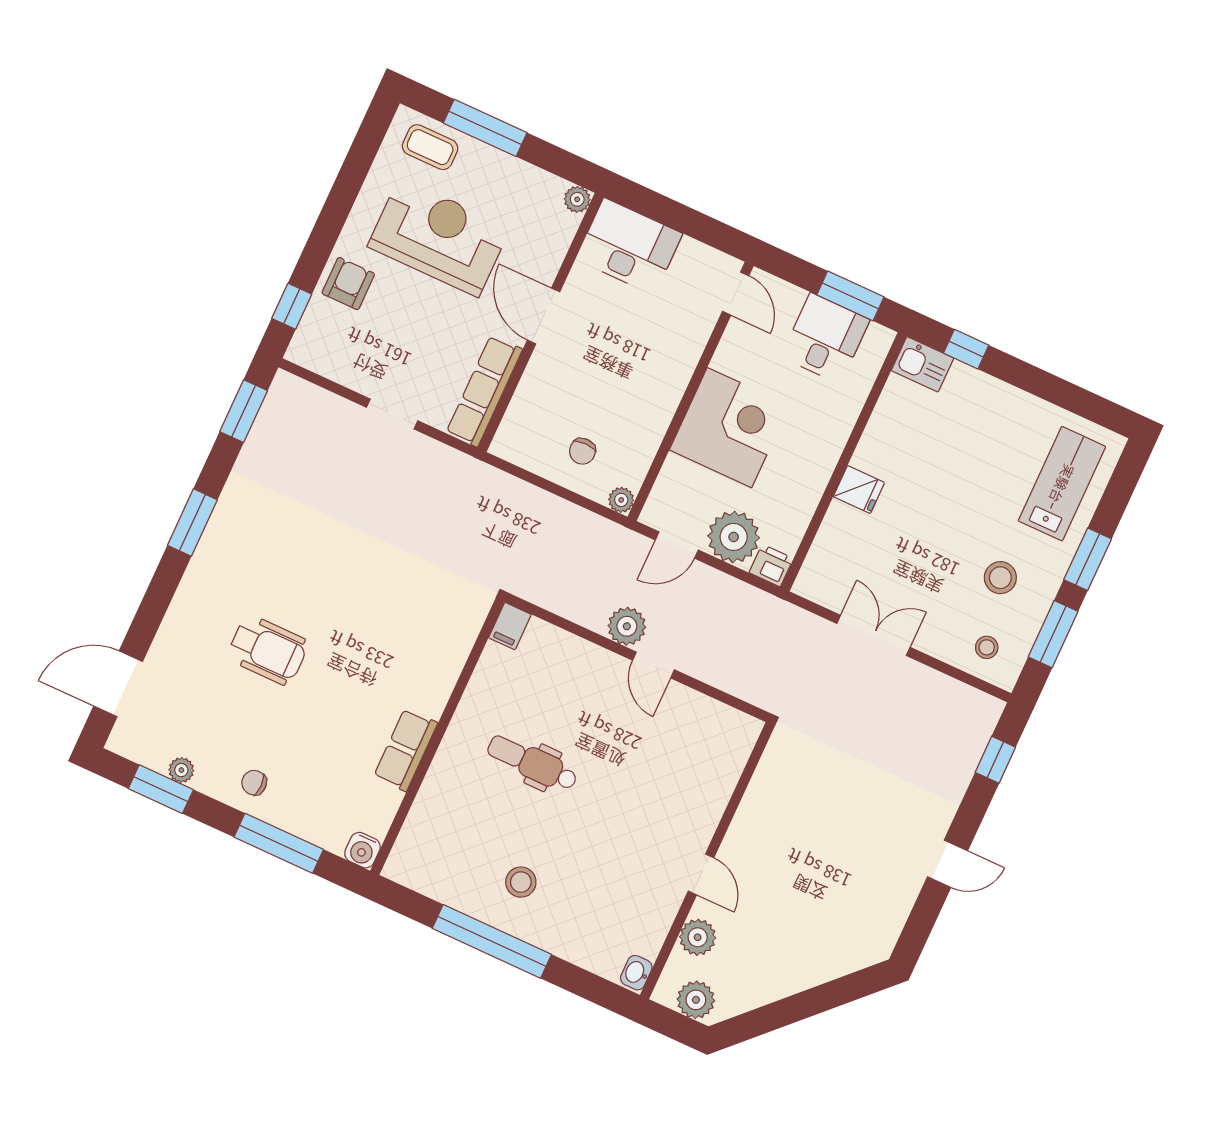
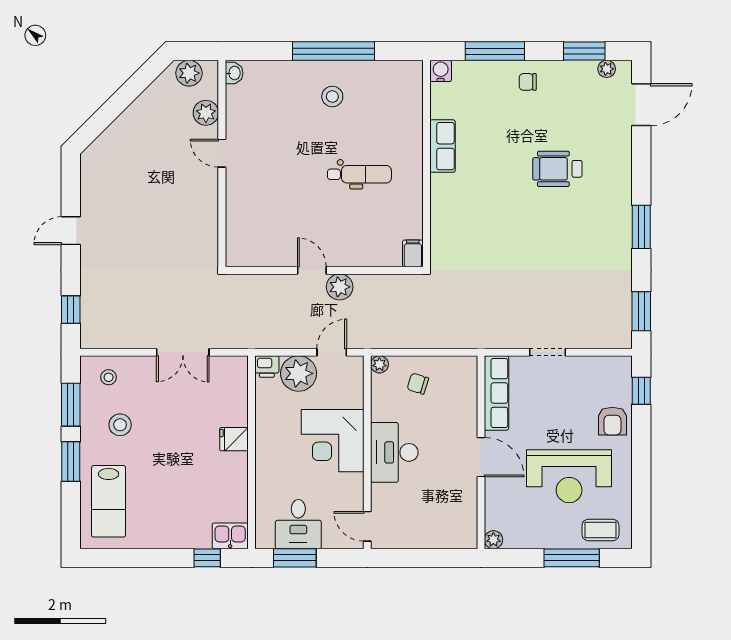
desk: (629, 246) -> (394, 452), moved, turned 90
chair: (582, 451) -> (418, 384), turned -73
plant: (181, 770) -> (607, 69), moved
chair: (254, 783) -> (528, 82), turned 180

